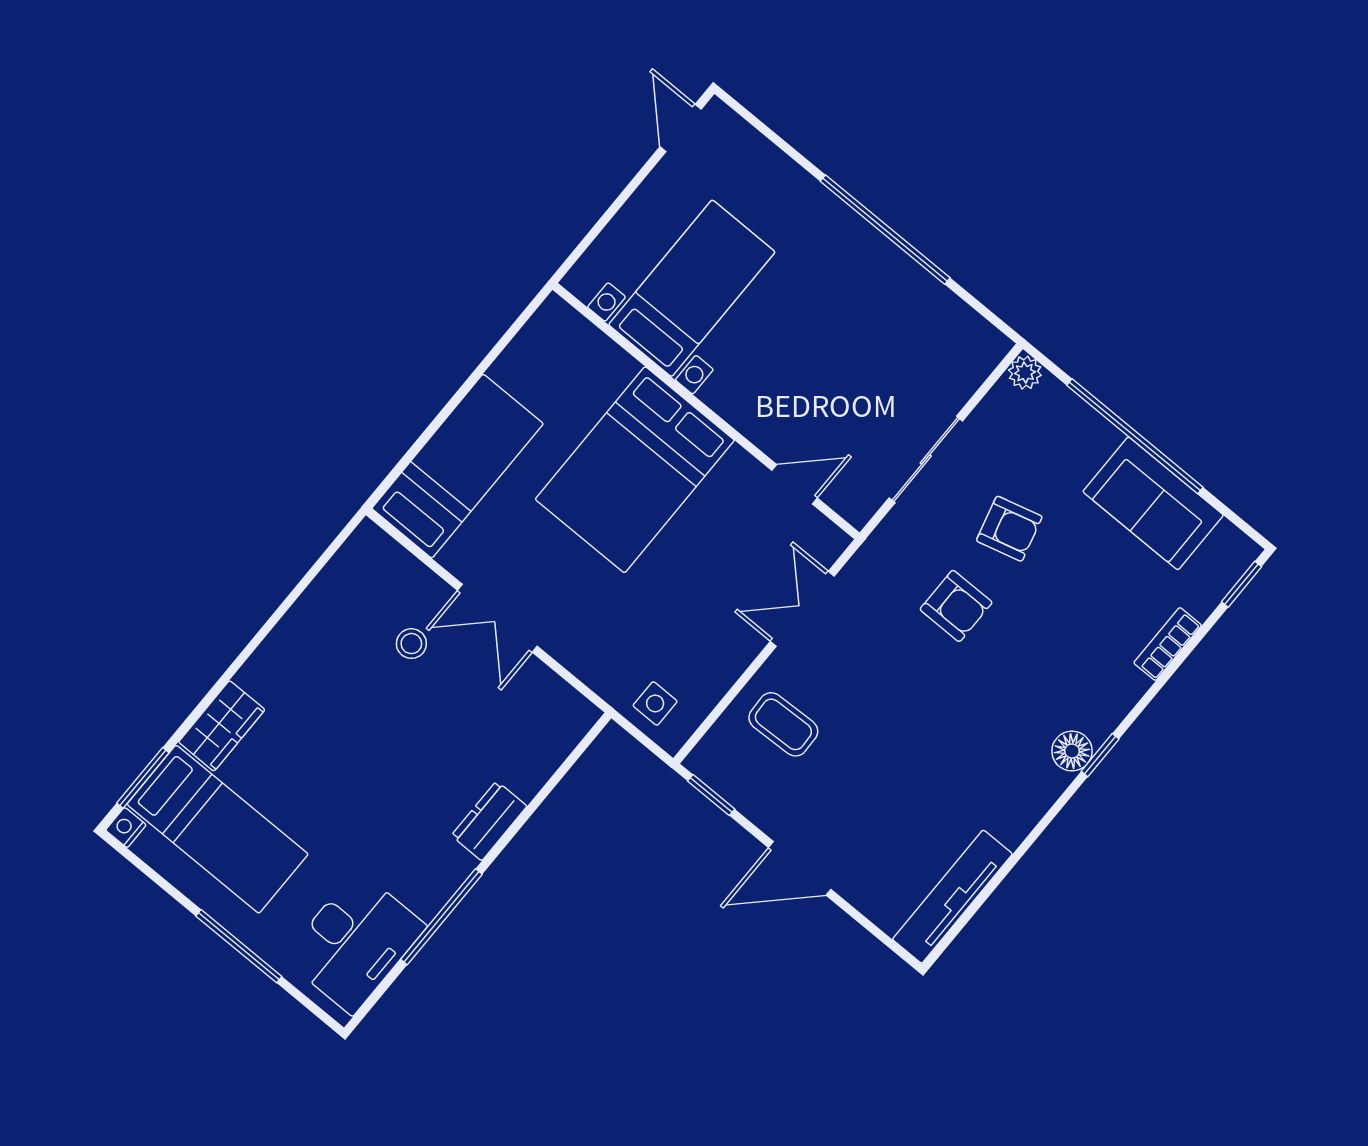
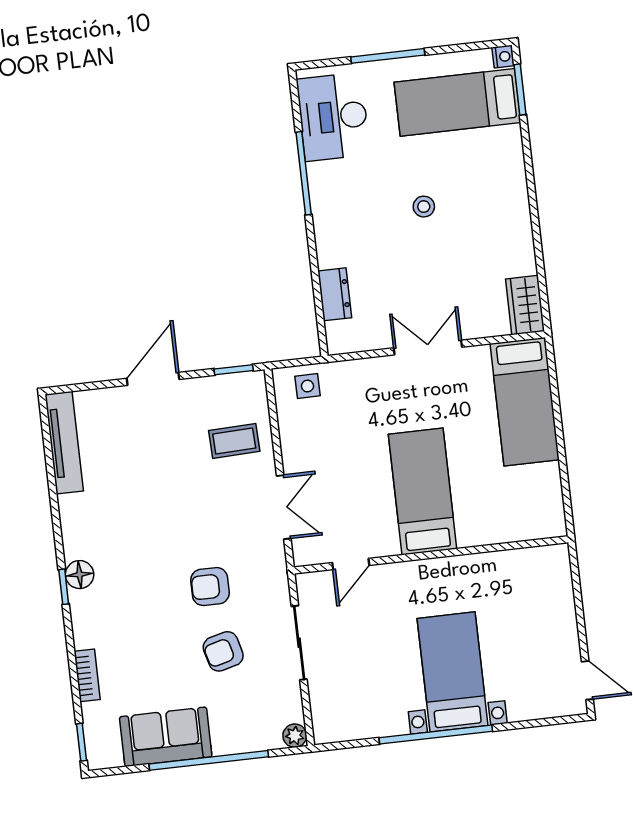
bed with nightstands: (692, 288) -> (453, 672), moved, turned 180
bed: (635, 470) -> (423, 492), width x0.67
stool: (411, 644) -> (424, 207), moved
wardrobe: (222, 726) -> (525, 305), moved
dresser: (489, 821) -> (335, 294), moved

